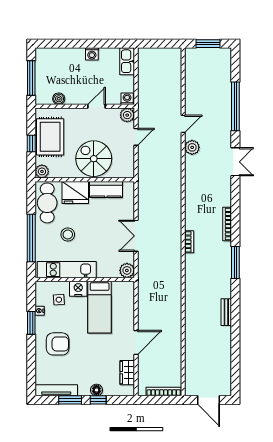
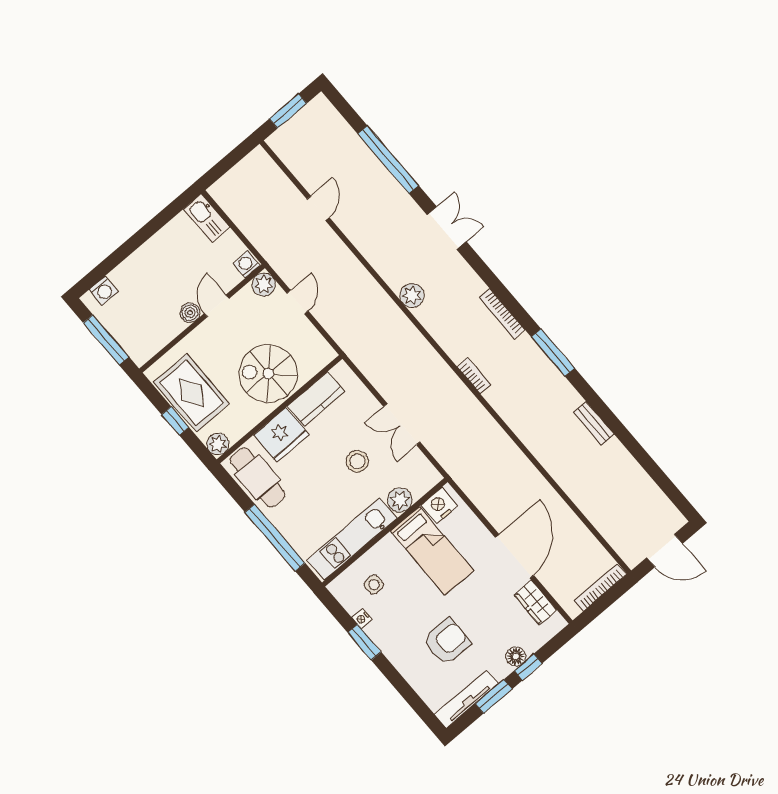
washing machine: (92, 54) -> (103, 291), moved
boiler: (59, 99) -> (190, 313), moved
door: (183, 124) -> (318, 208), moved
plant: (192, 147) -> (412, 295), moved
stool: (68, 235) -> (357, 461), moved
plant: (127, 270) -> (400, 500), moved
nightstand: (78, 289) -> (439, 506), moved
door: (136, 343) -> (515, 556), width x1.36
armchair: (58, 344) -> (447, 642), moved

